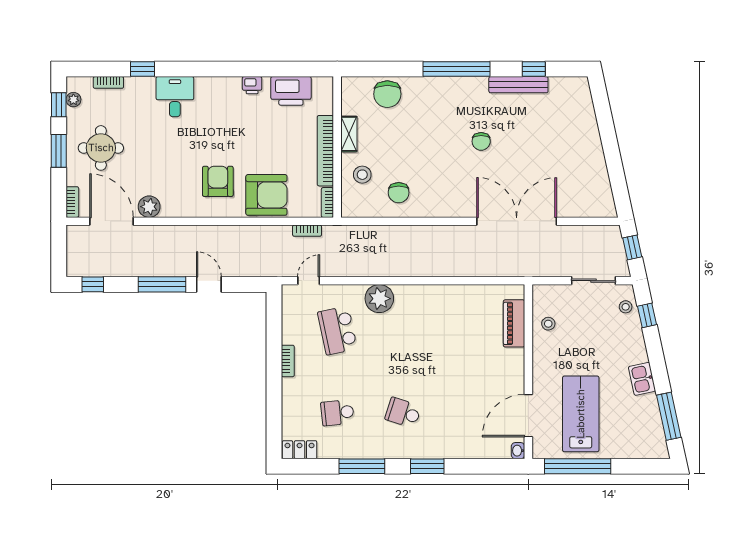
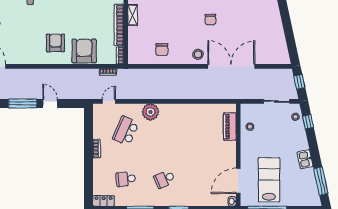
stool: (362, 175) -> (198, 54), moved
armchair: (266, 195) -> (84, 51), turned -90
plant: (149, 207) -> (15, 58), removed
school desk: (337, 330) -> (126, 131), turned 36
school desk: (403, 413) -> (164, 179), turned -42

